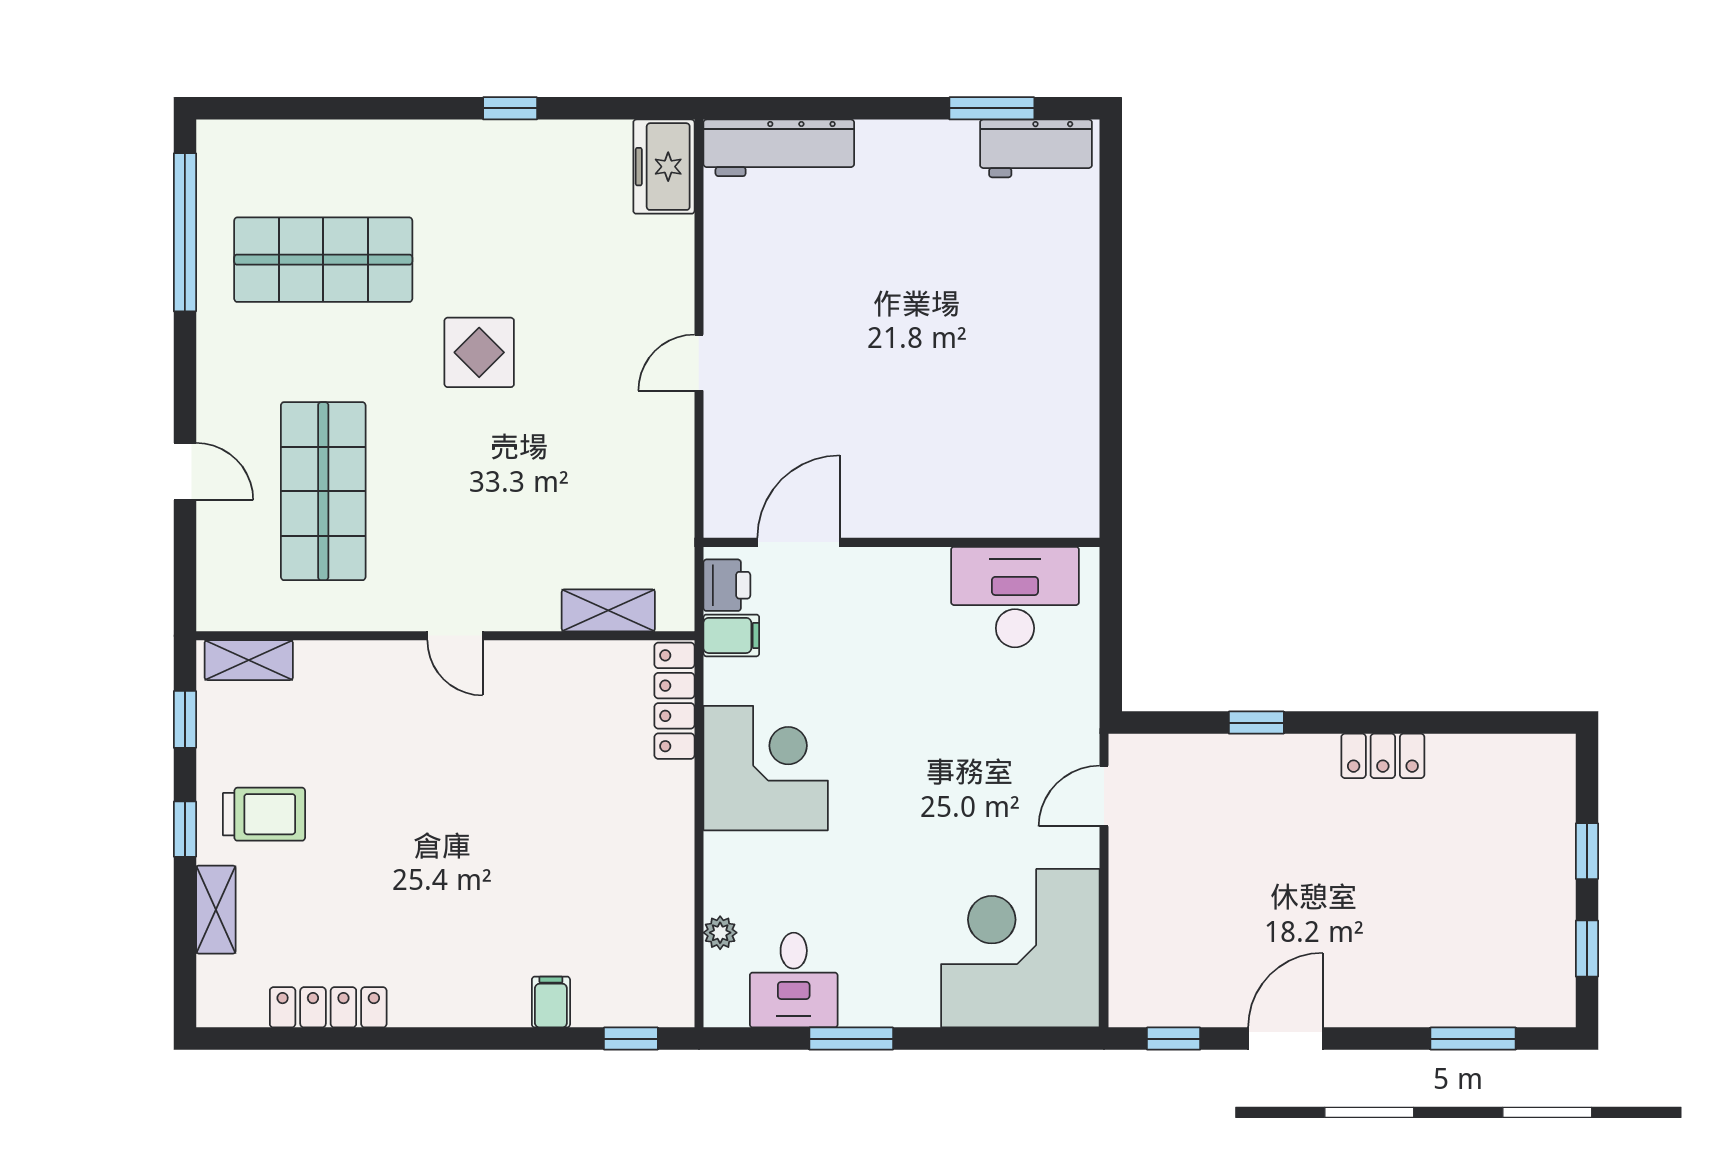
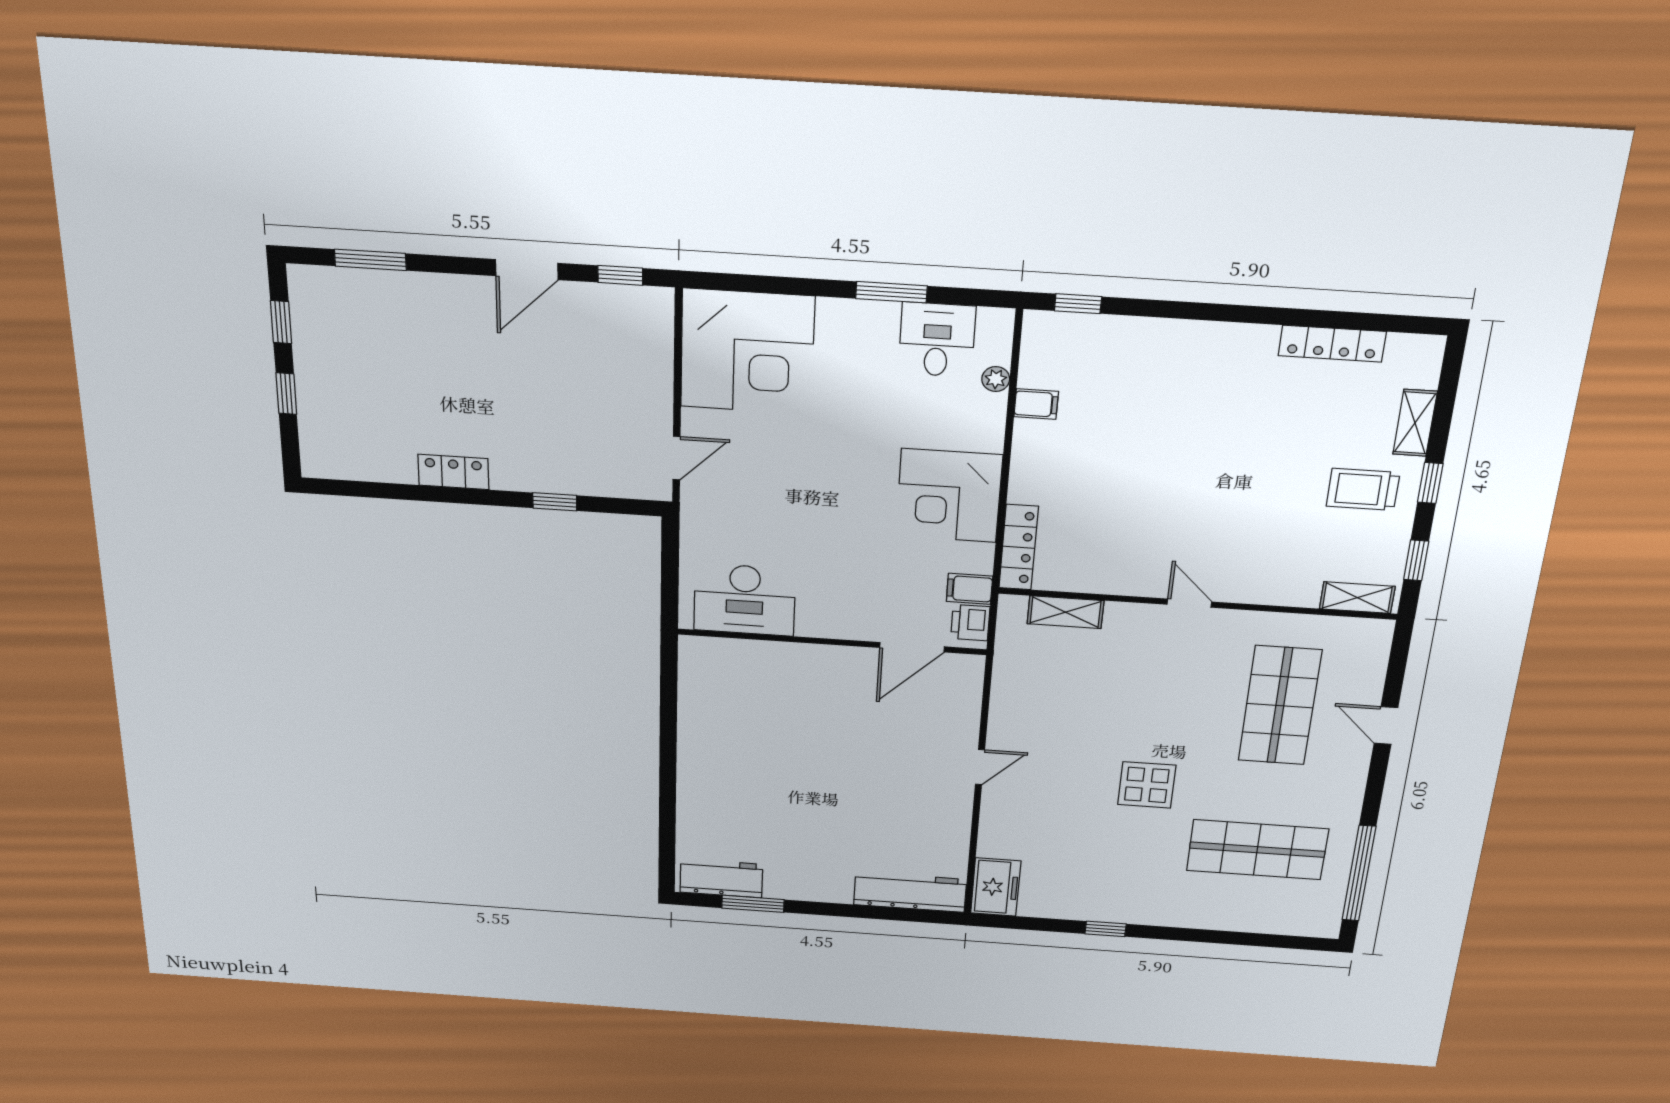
filing cabinet: (551, 1002) -> (1036, 404), moved, turned -90

